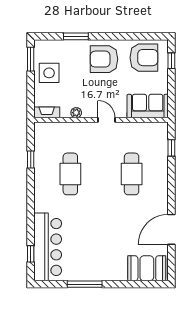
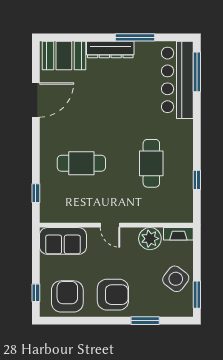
armchair: (144, 58) -> (67, 296), turned 90
side table: (49, 73) -> (176, 279), turned 37
plant: (76, 113) -> (150, 239), width x1.88, depth x1.88
cafe table: (132, 174) -> (81, 163), turned 90
window: (31, 254) -> (197, 72), width x2.17
dresser: (106, 274) -> (110, 49), added

